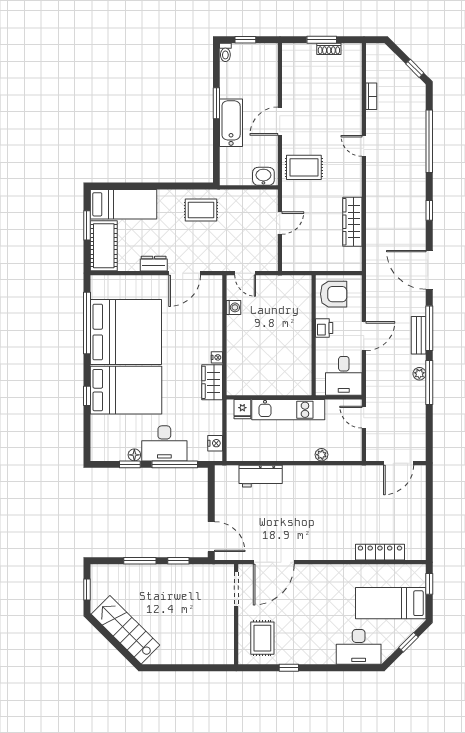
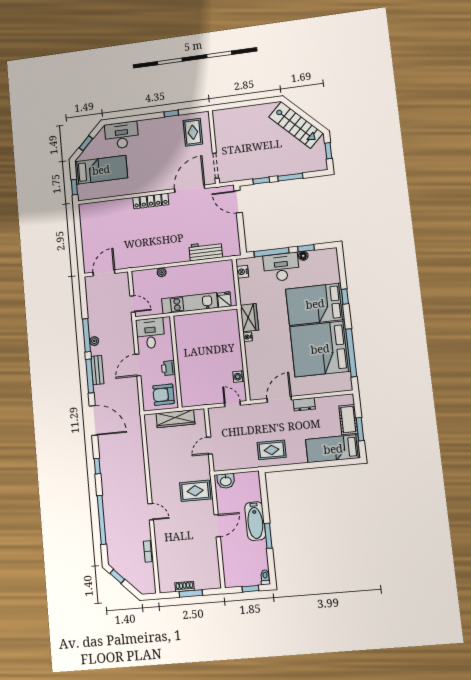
wardrobe: (352, 222) -> (175, 419), moved, turned 90
cot: (104, 246) -> (348, 420), width x0.73, depth x0.75
locker: (380, 552) -> (151, 201), moved

